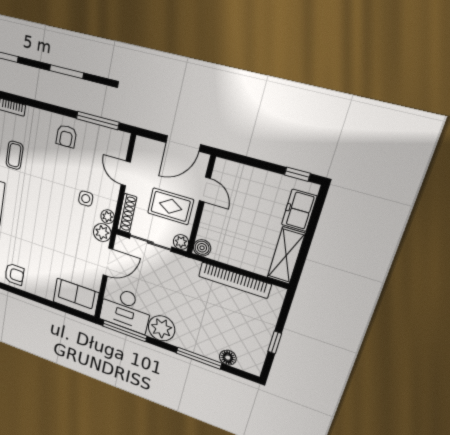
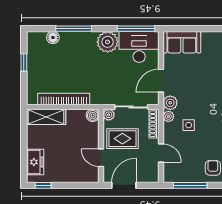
shelving: (286, 256) -> (46, 117), moved, turned 90

